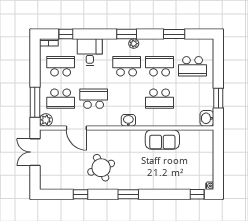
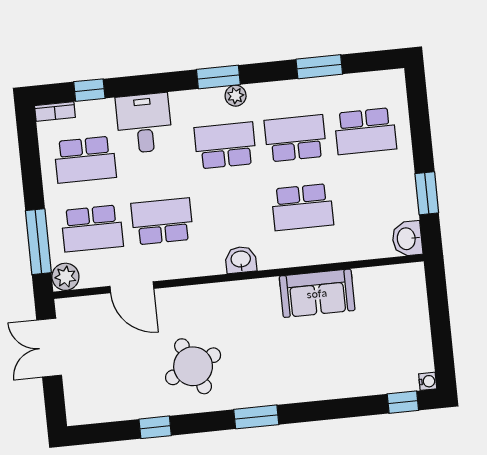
school desk: (61, 66) -> (85, 160), turned 180

